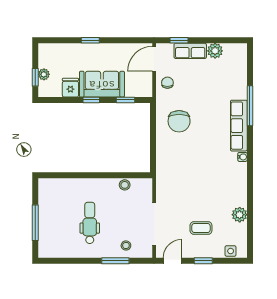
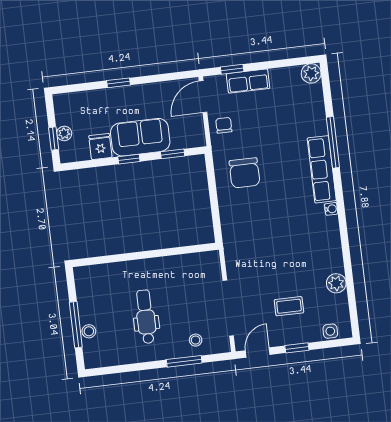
plant: (215, 51) -> (311, 73), moved
stool: (125, 185) -> (89, 331), moved

